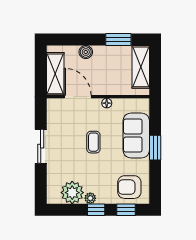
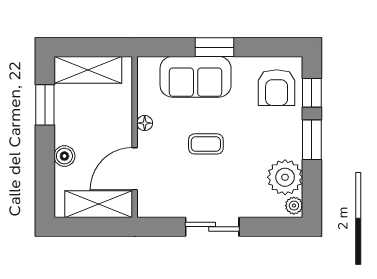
plant: (90, 198) -> (294, 206), moved
window: (96, 210) -> (312, 140), width x1.50

